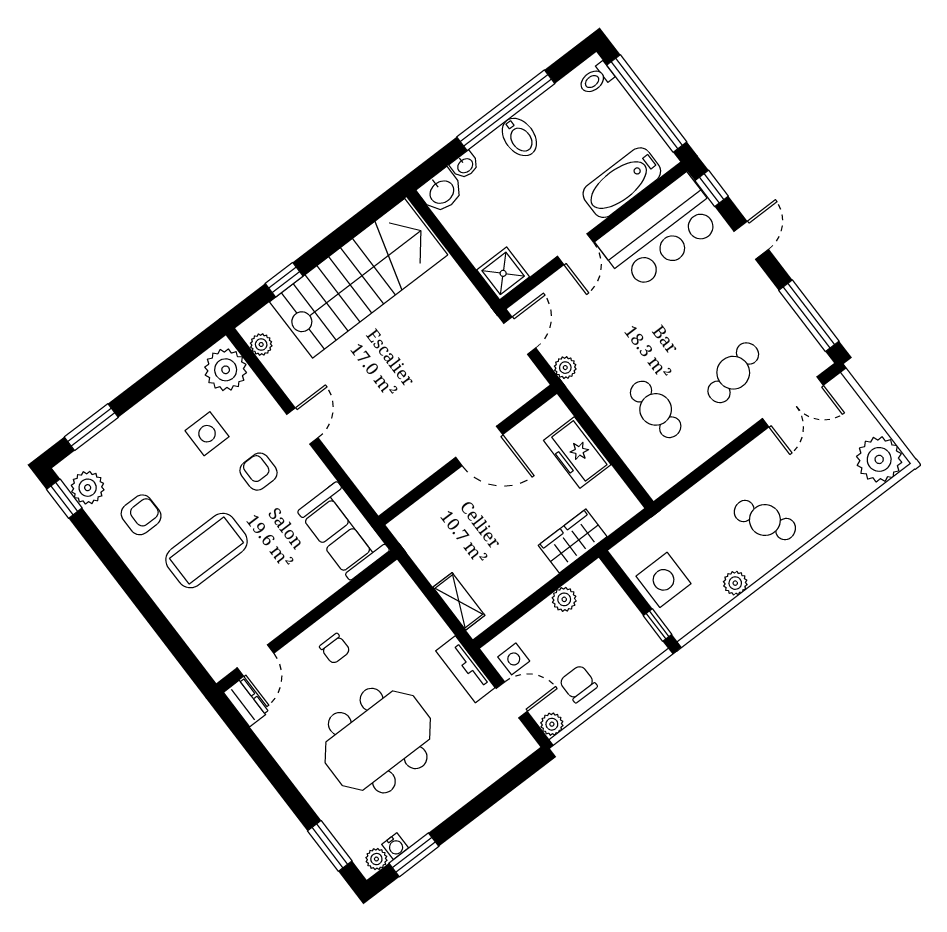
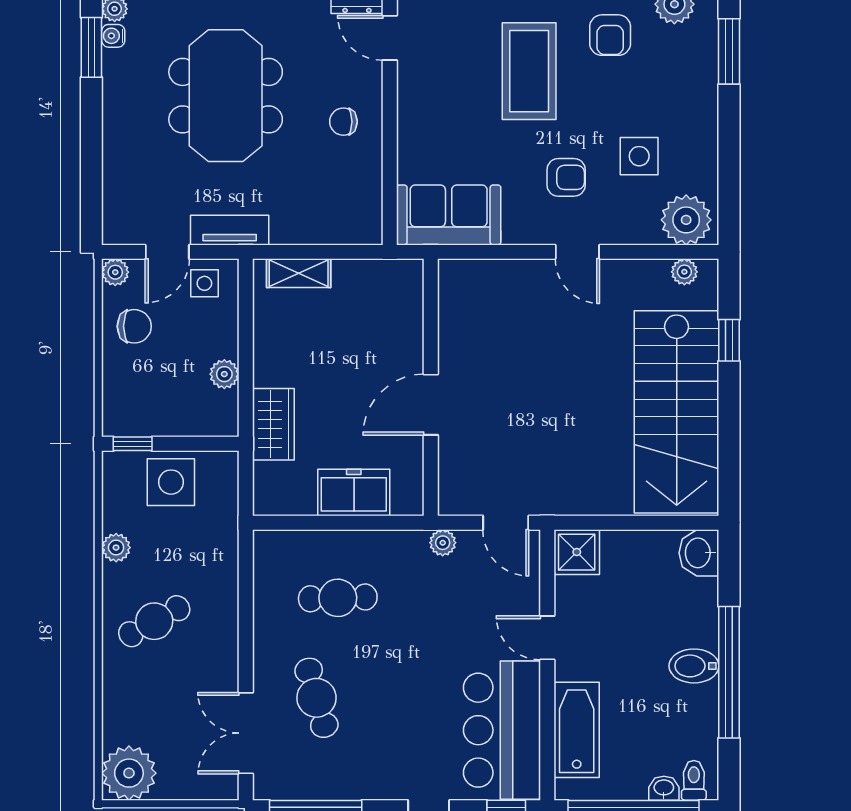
washbasin: (465, 165) -> (664, 788), moved, turned 90

